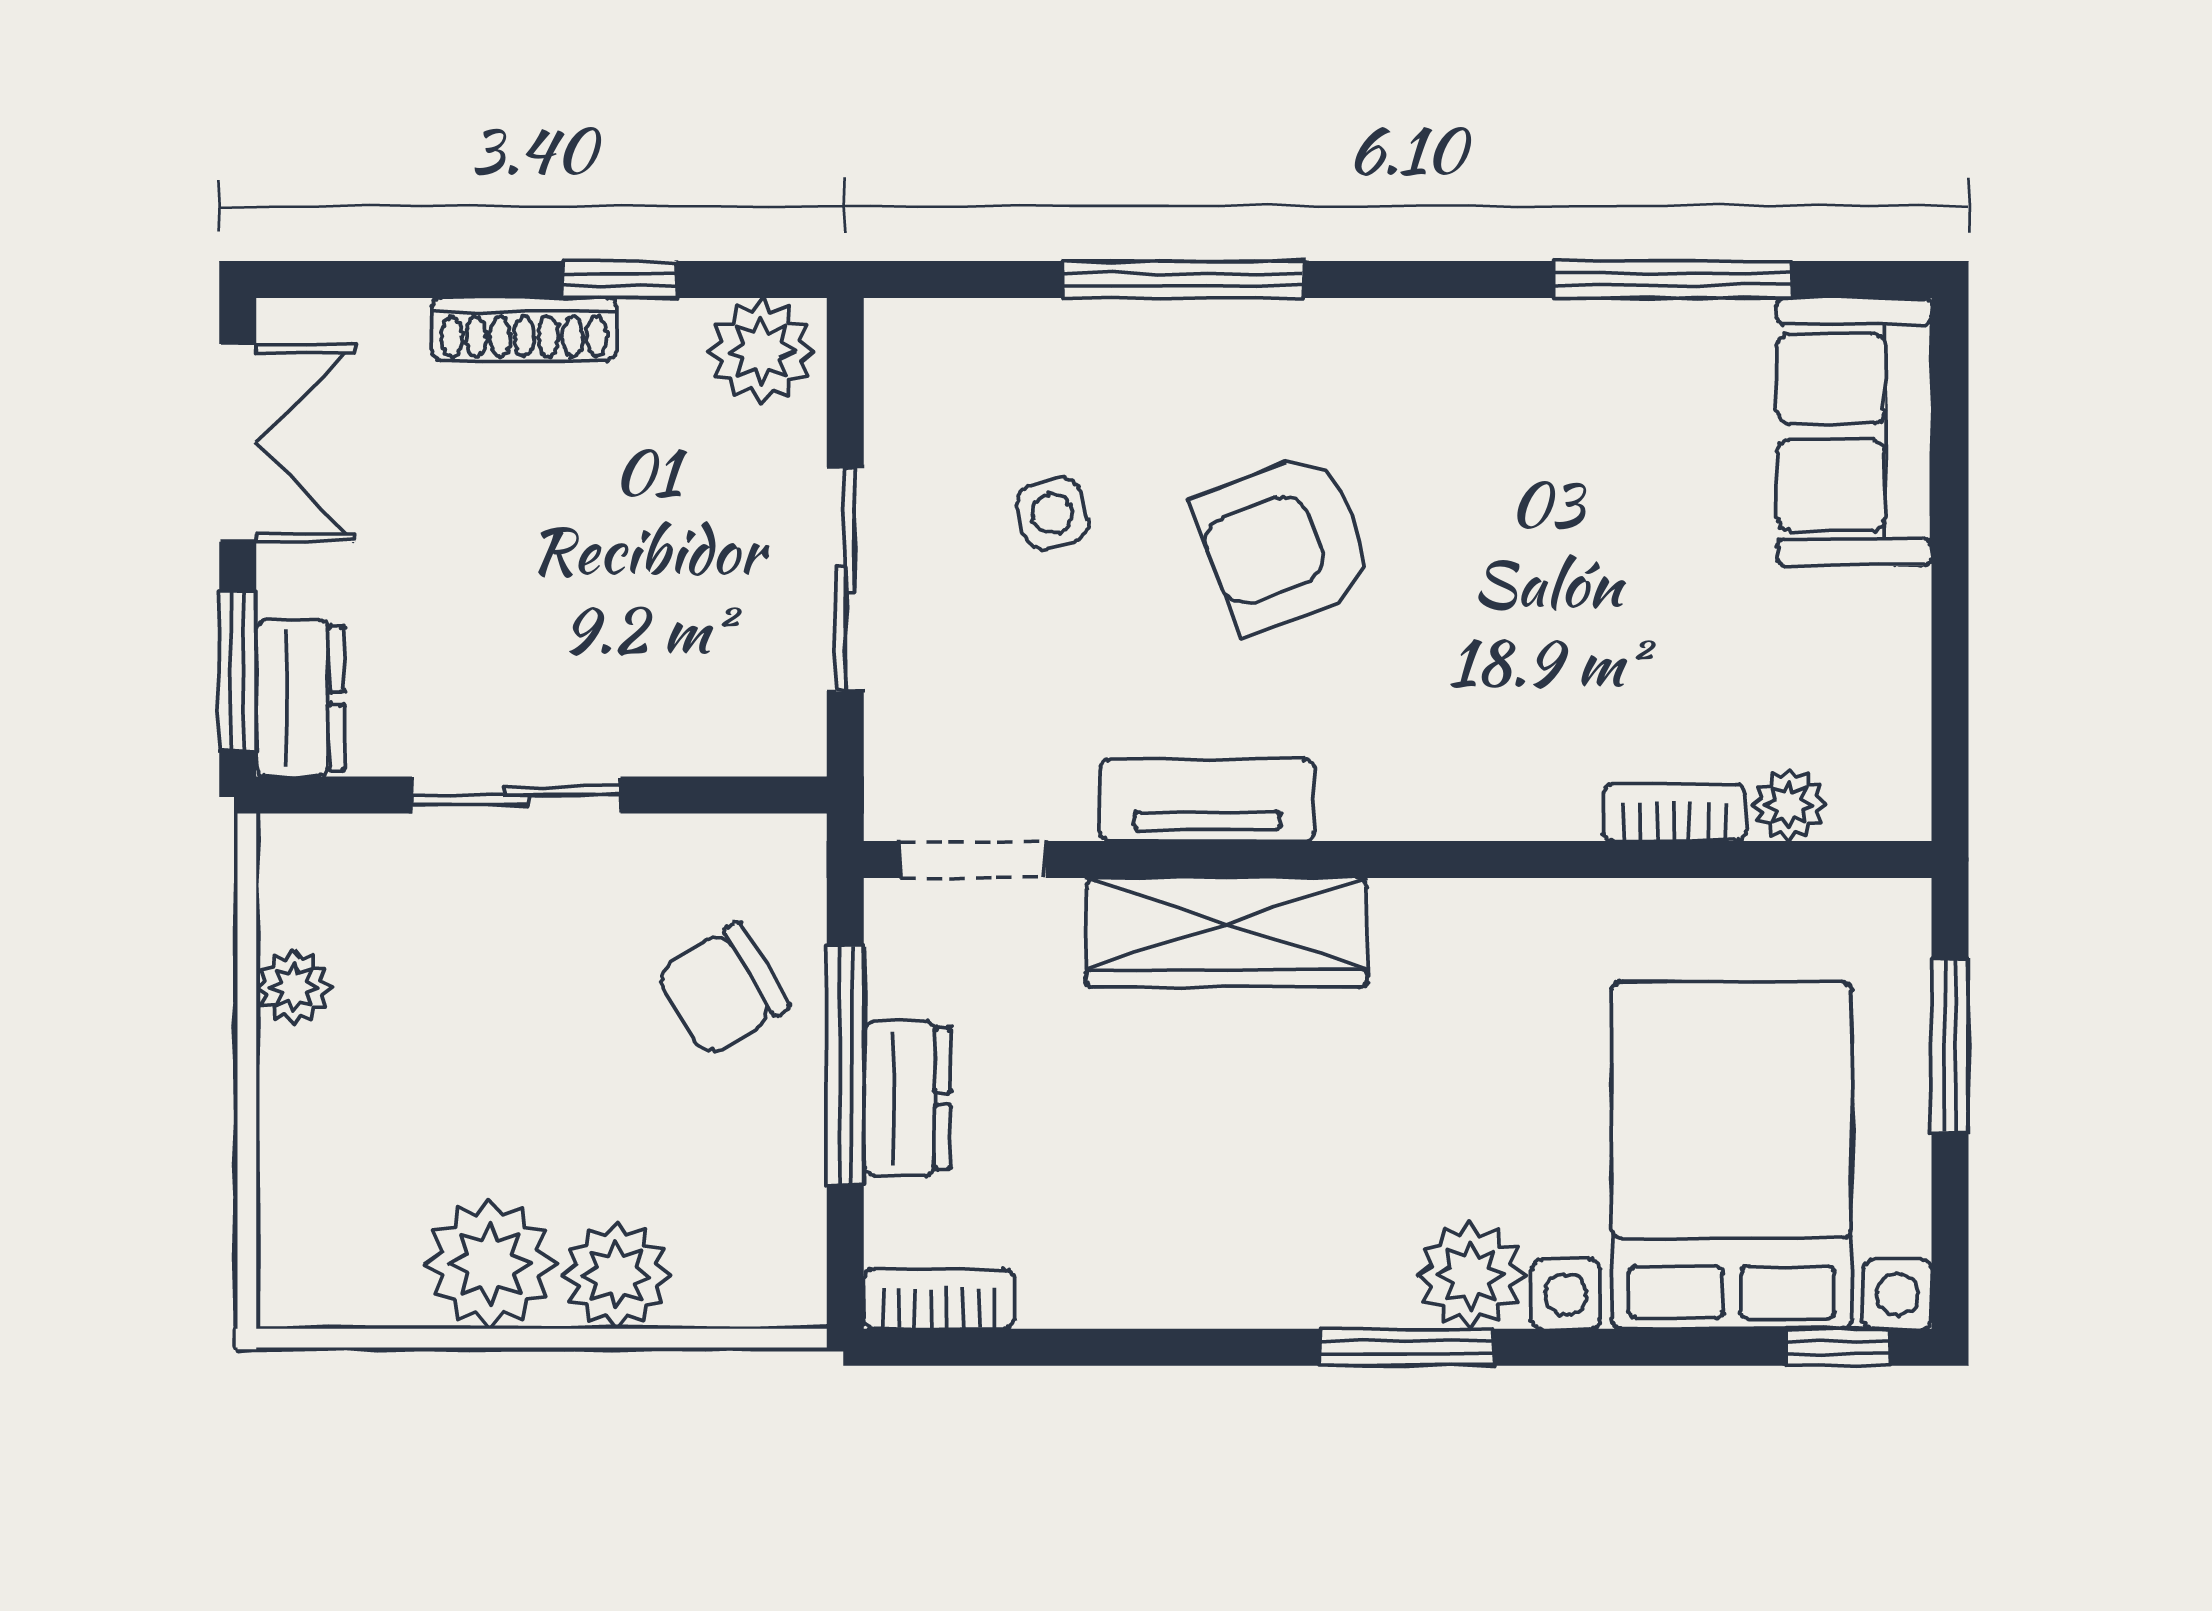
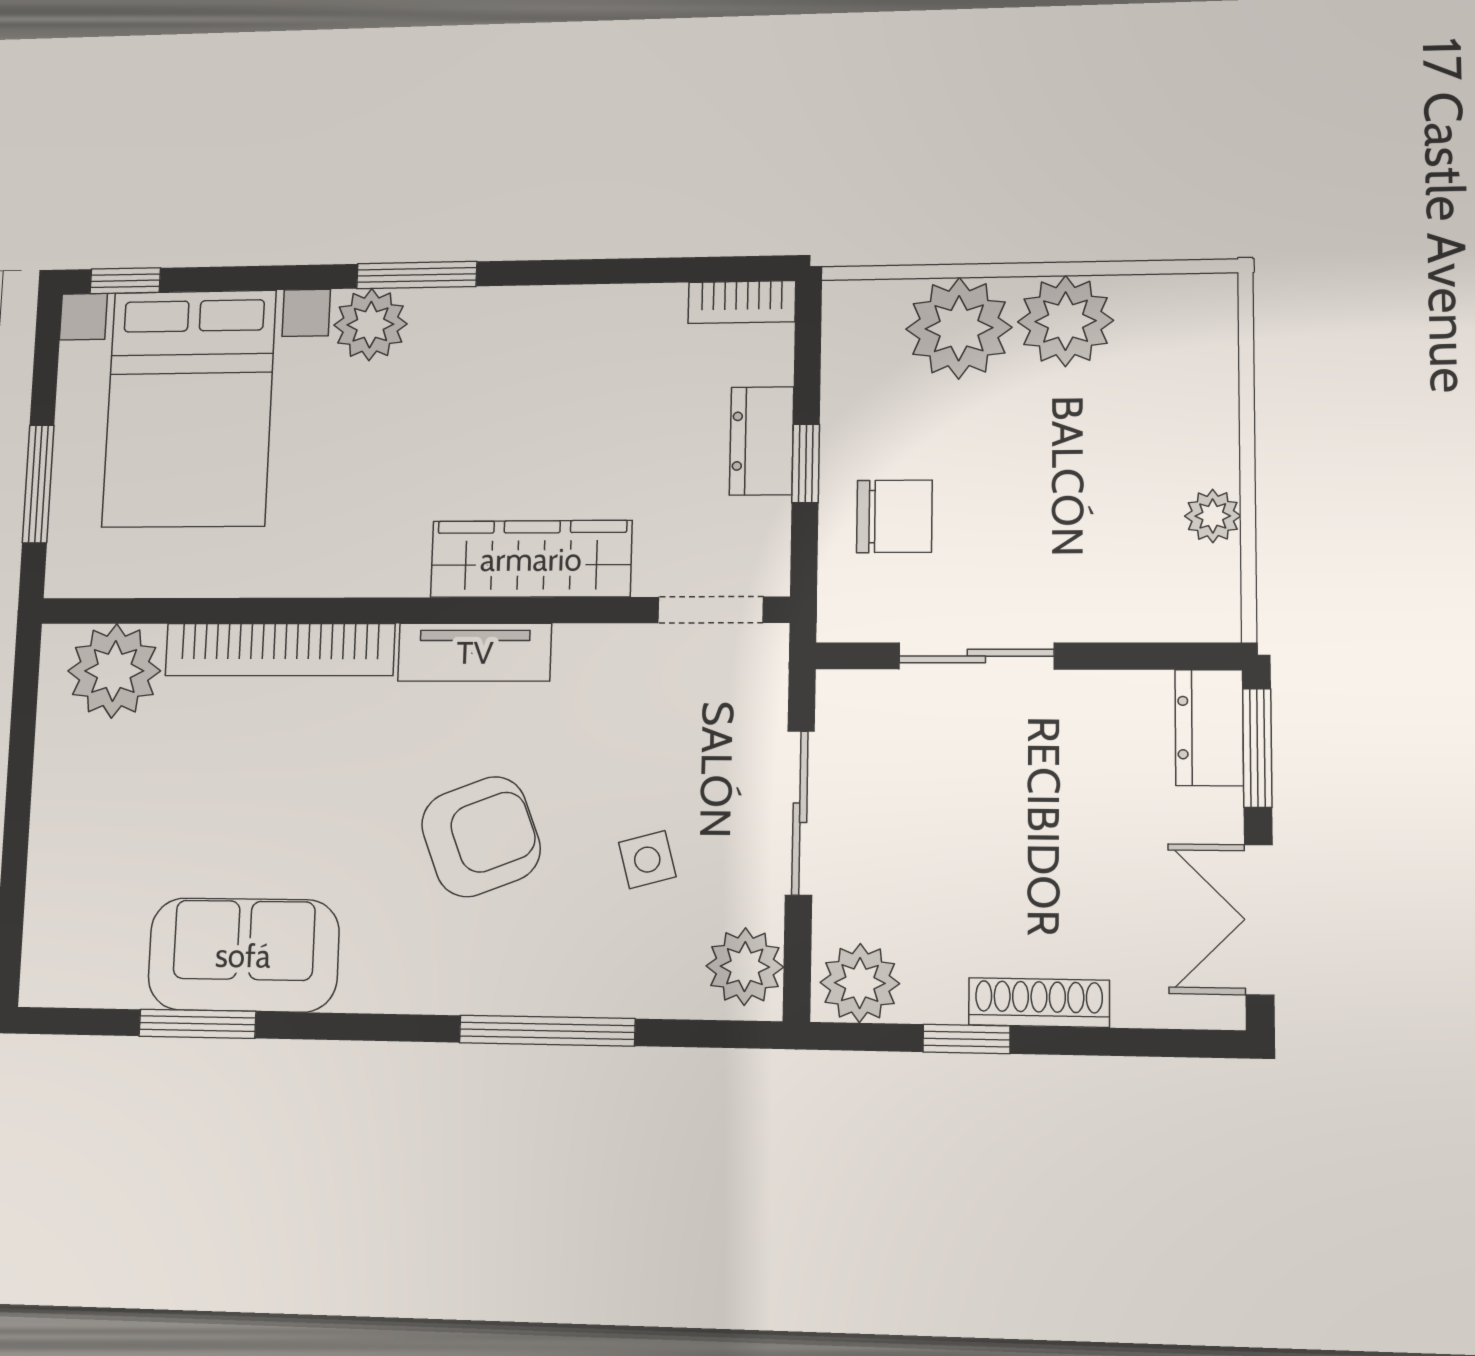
window: (1672, 279) -> (197, 1024), width x0.69
plant: (916, 370) -> (745, 967), added
sofa: (1854, 432) -> (243, 955), moved, turned -90
sliding door: (516, 795) -> (976, 656), moved
tv unit: (1207, 800) -> (475, 652), moved
plant: (1789, 805) -> (114, 671), width x1.88, depth x1.88
bookcase: (1674, 813) -> (280, 650), width x2.31, depth x1.31
chair: (722, 990) -> (894, 516), turned 31
window: (845, 1065) -> (806, 463), width x0.46
plant: (616, 1275) -> (959, 328), width x1.36, depth x1.36

